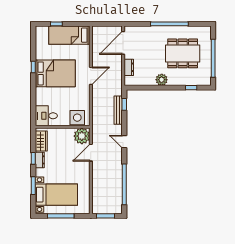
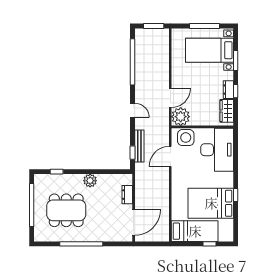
bed: (55, 73) -> (211, 203), moved
door: (91, 76) -> (170, 156), moved
desk: (46, 116) -> (217, 150), width x1.87, depth x1.30

